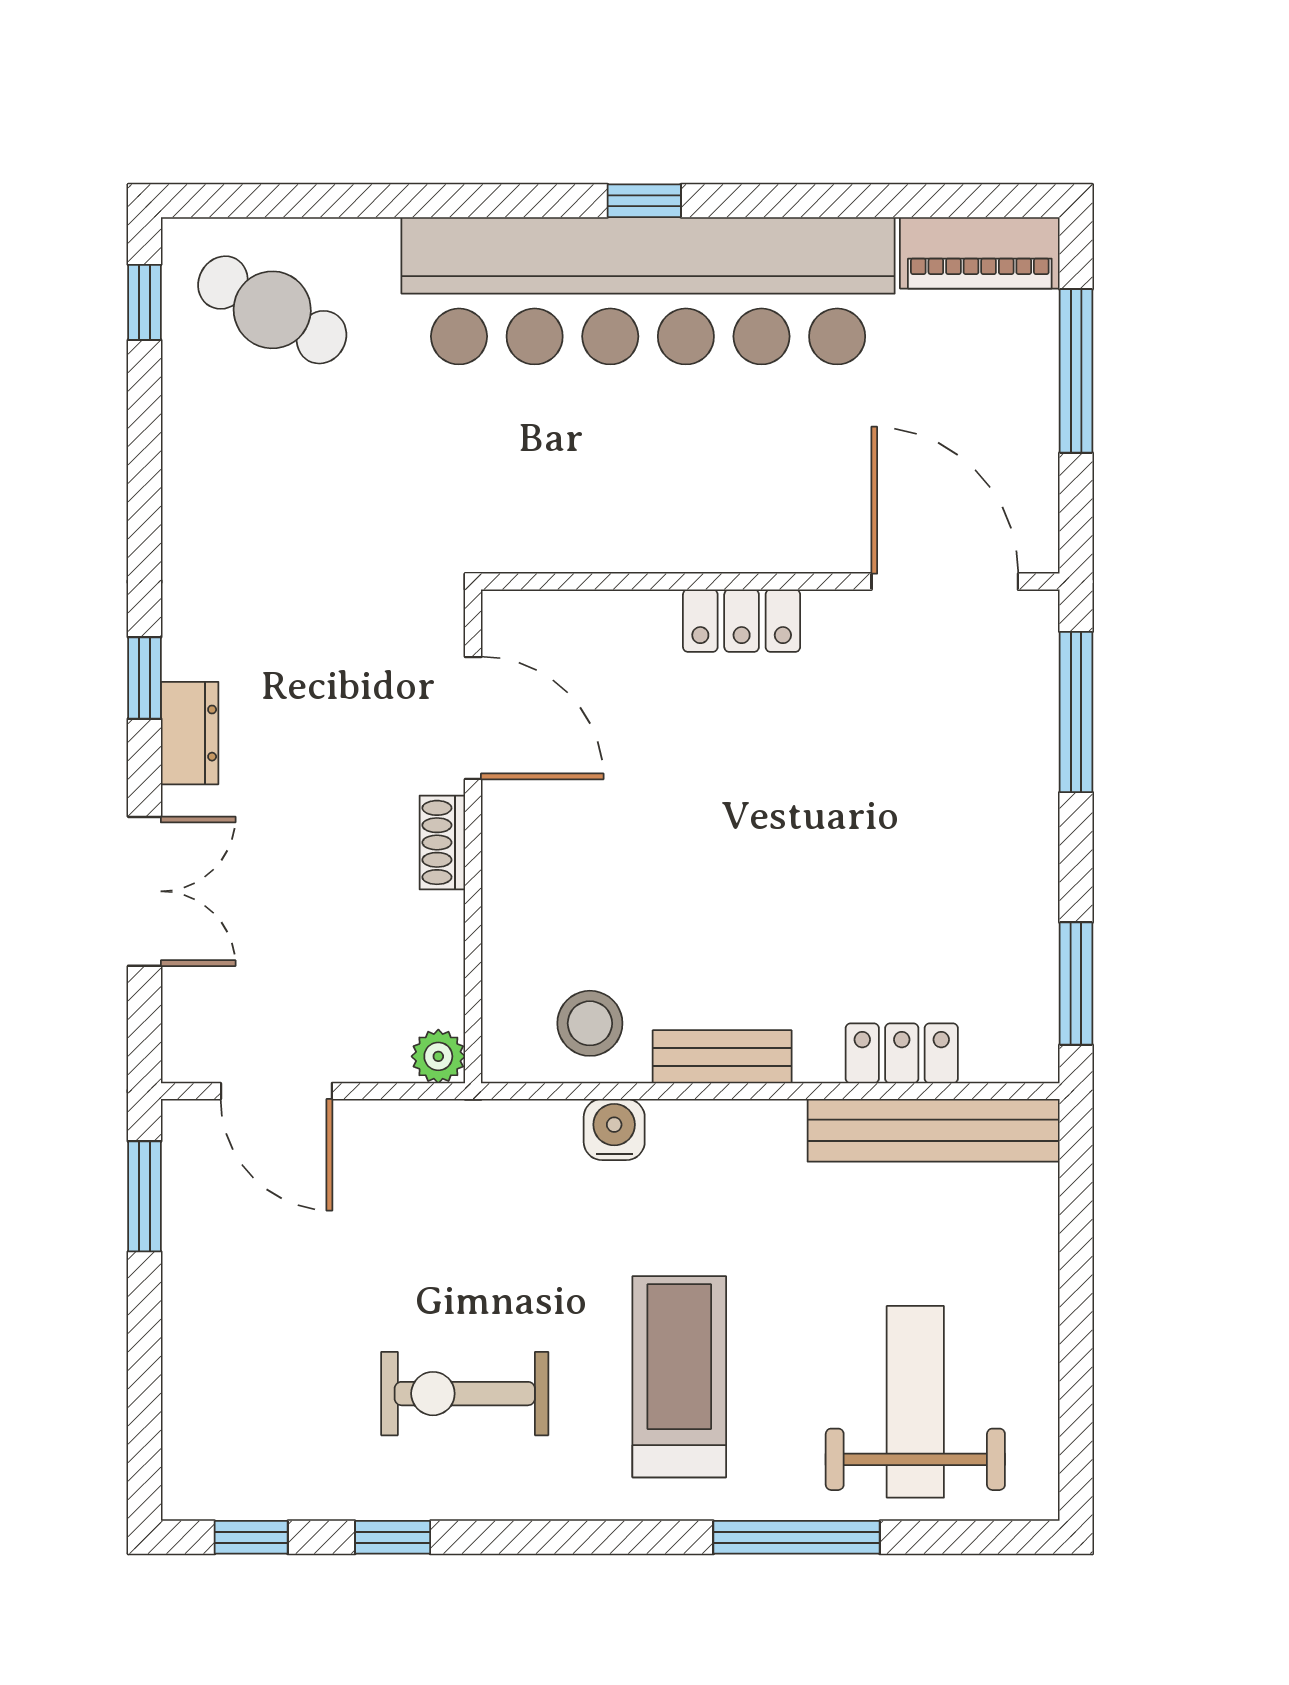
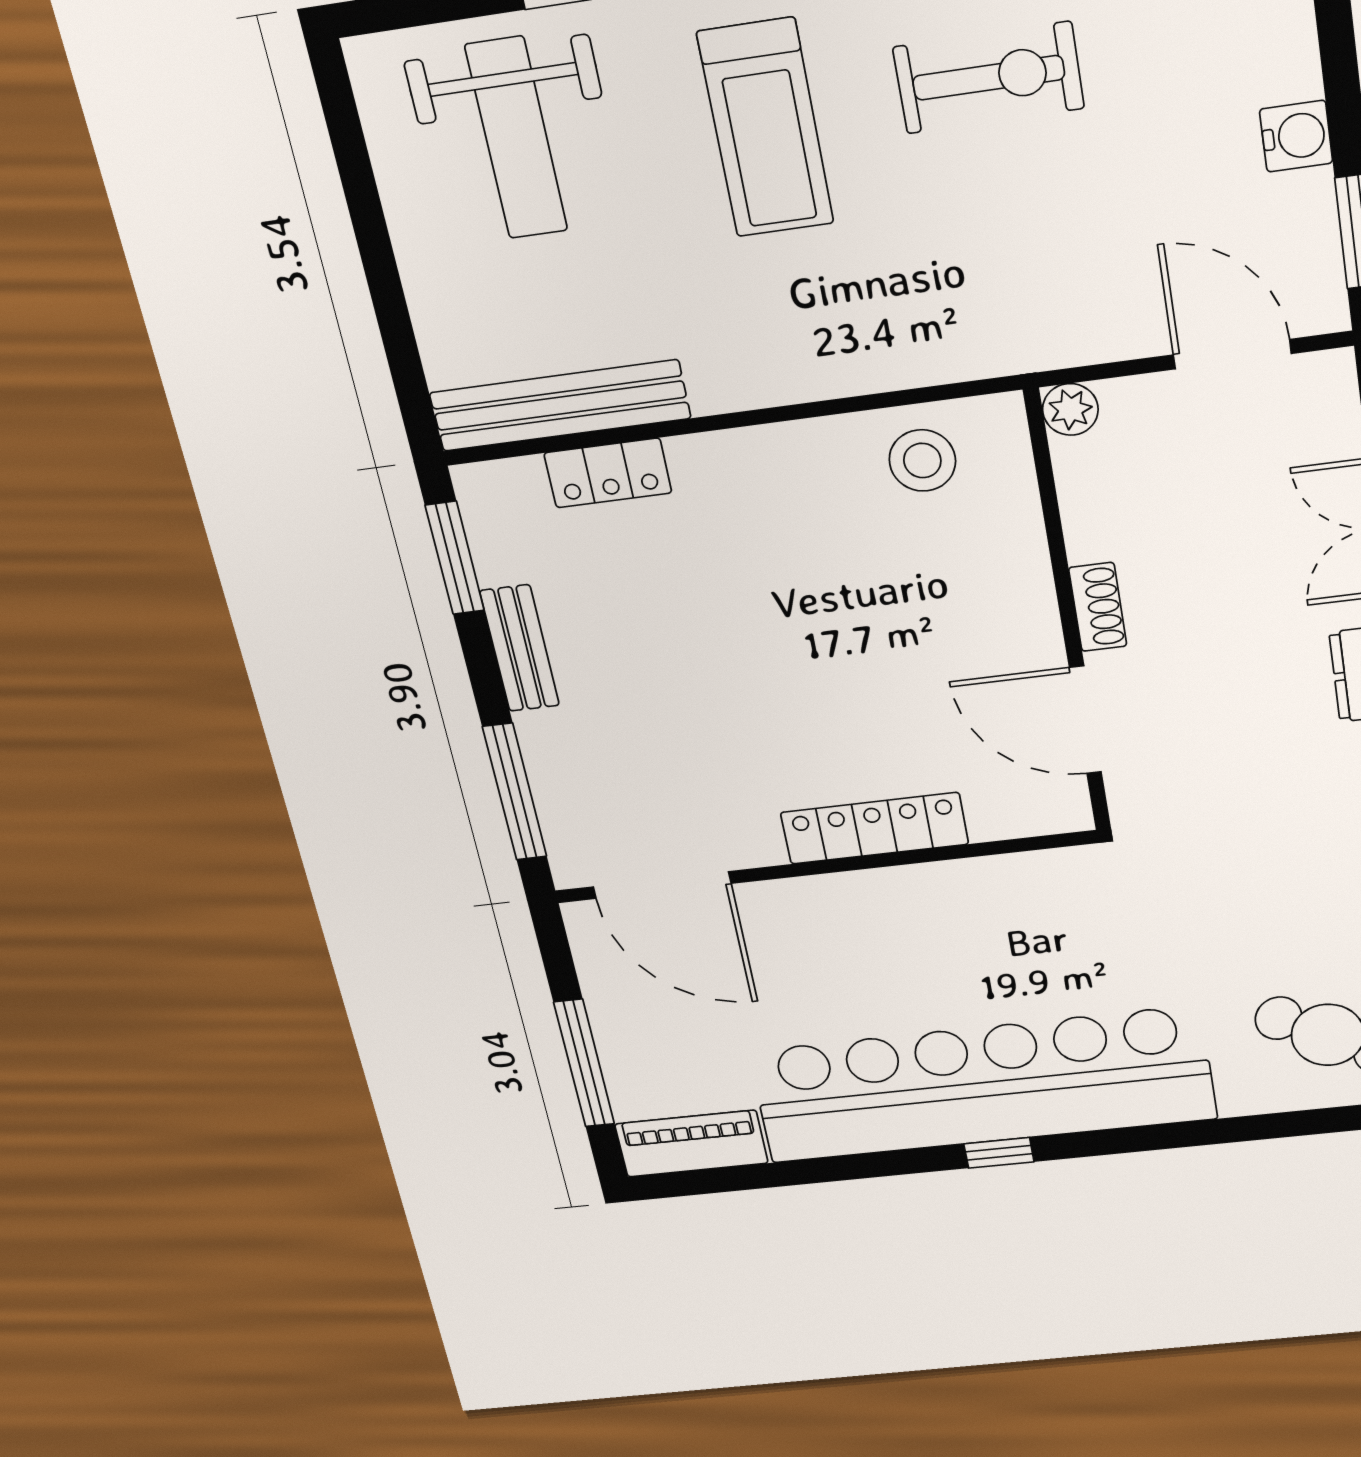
locker: (742, 621) -> (874, 828), width x1.53
bench: (722, 1057) -> (520, 648), moved, turned 90
water cooler: (614, 1130) -> (1296, 136), moved, turned -90

